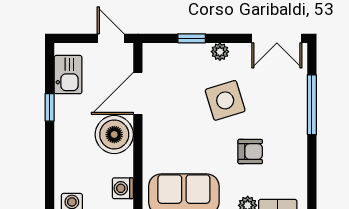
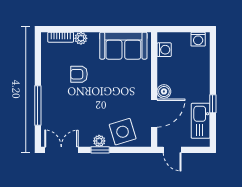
window: (192, 38) -> (100, 150), moved
kitchen sink: (68, 75) -> (201, 121), width x1.38
side table: (225, 100) -> (123, 132), moved
boiler: (114, 135) -> (164, 91), width x0.54, depth x0.54

